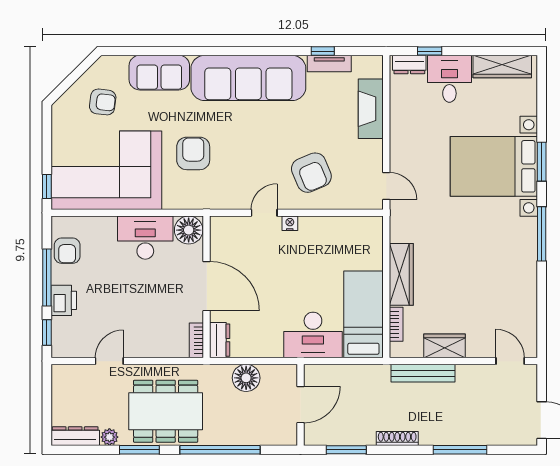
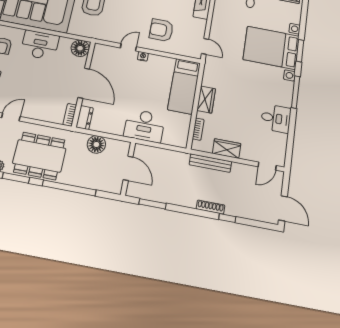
armchair: (311, 173) -> (161, 30), turned 113
desk: (145, 238) -> (40, 45), moved
wardrobe: (401, 274) -> (206, 100), width x0.67
desk: (515, 283) -> (276, 118), added
bed: (363, 314) -> (184, 86), moved, turned 180
door: (510, 361) -> (267, 166), swing flipped
door: (301, 405) -> (128, 168), hinge flipped
shoe rack: (397, 438) -> (210, 207), moved
window: (460, 450) -> (227, 218), width x0.46

